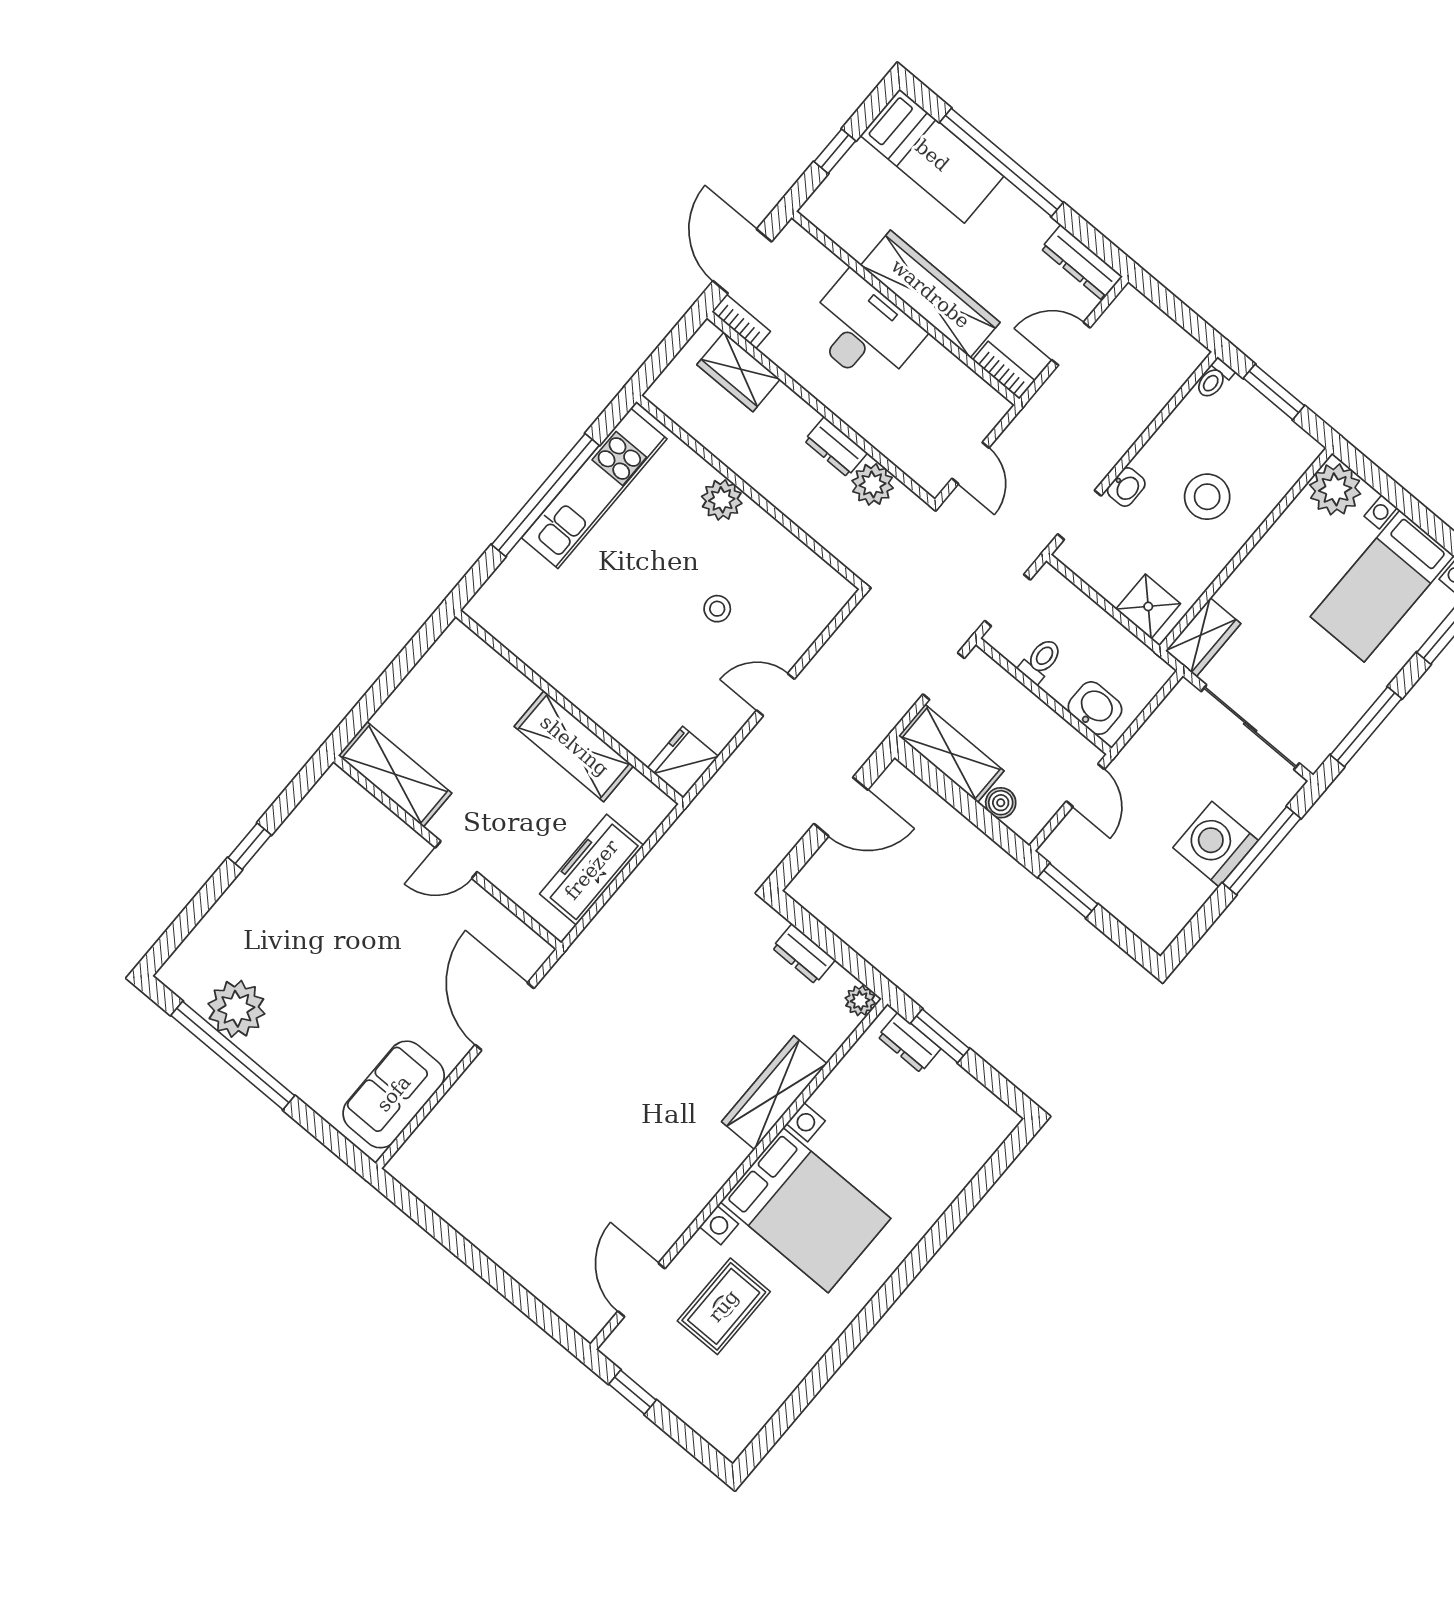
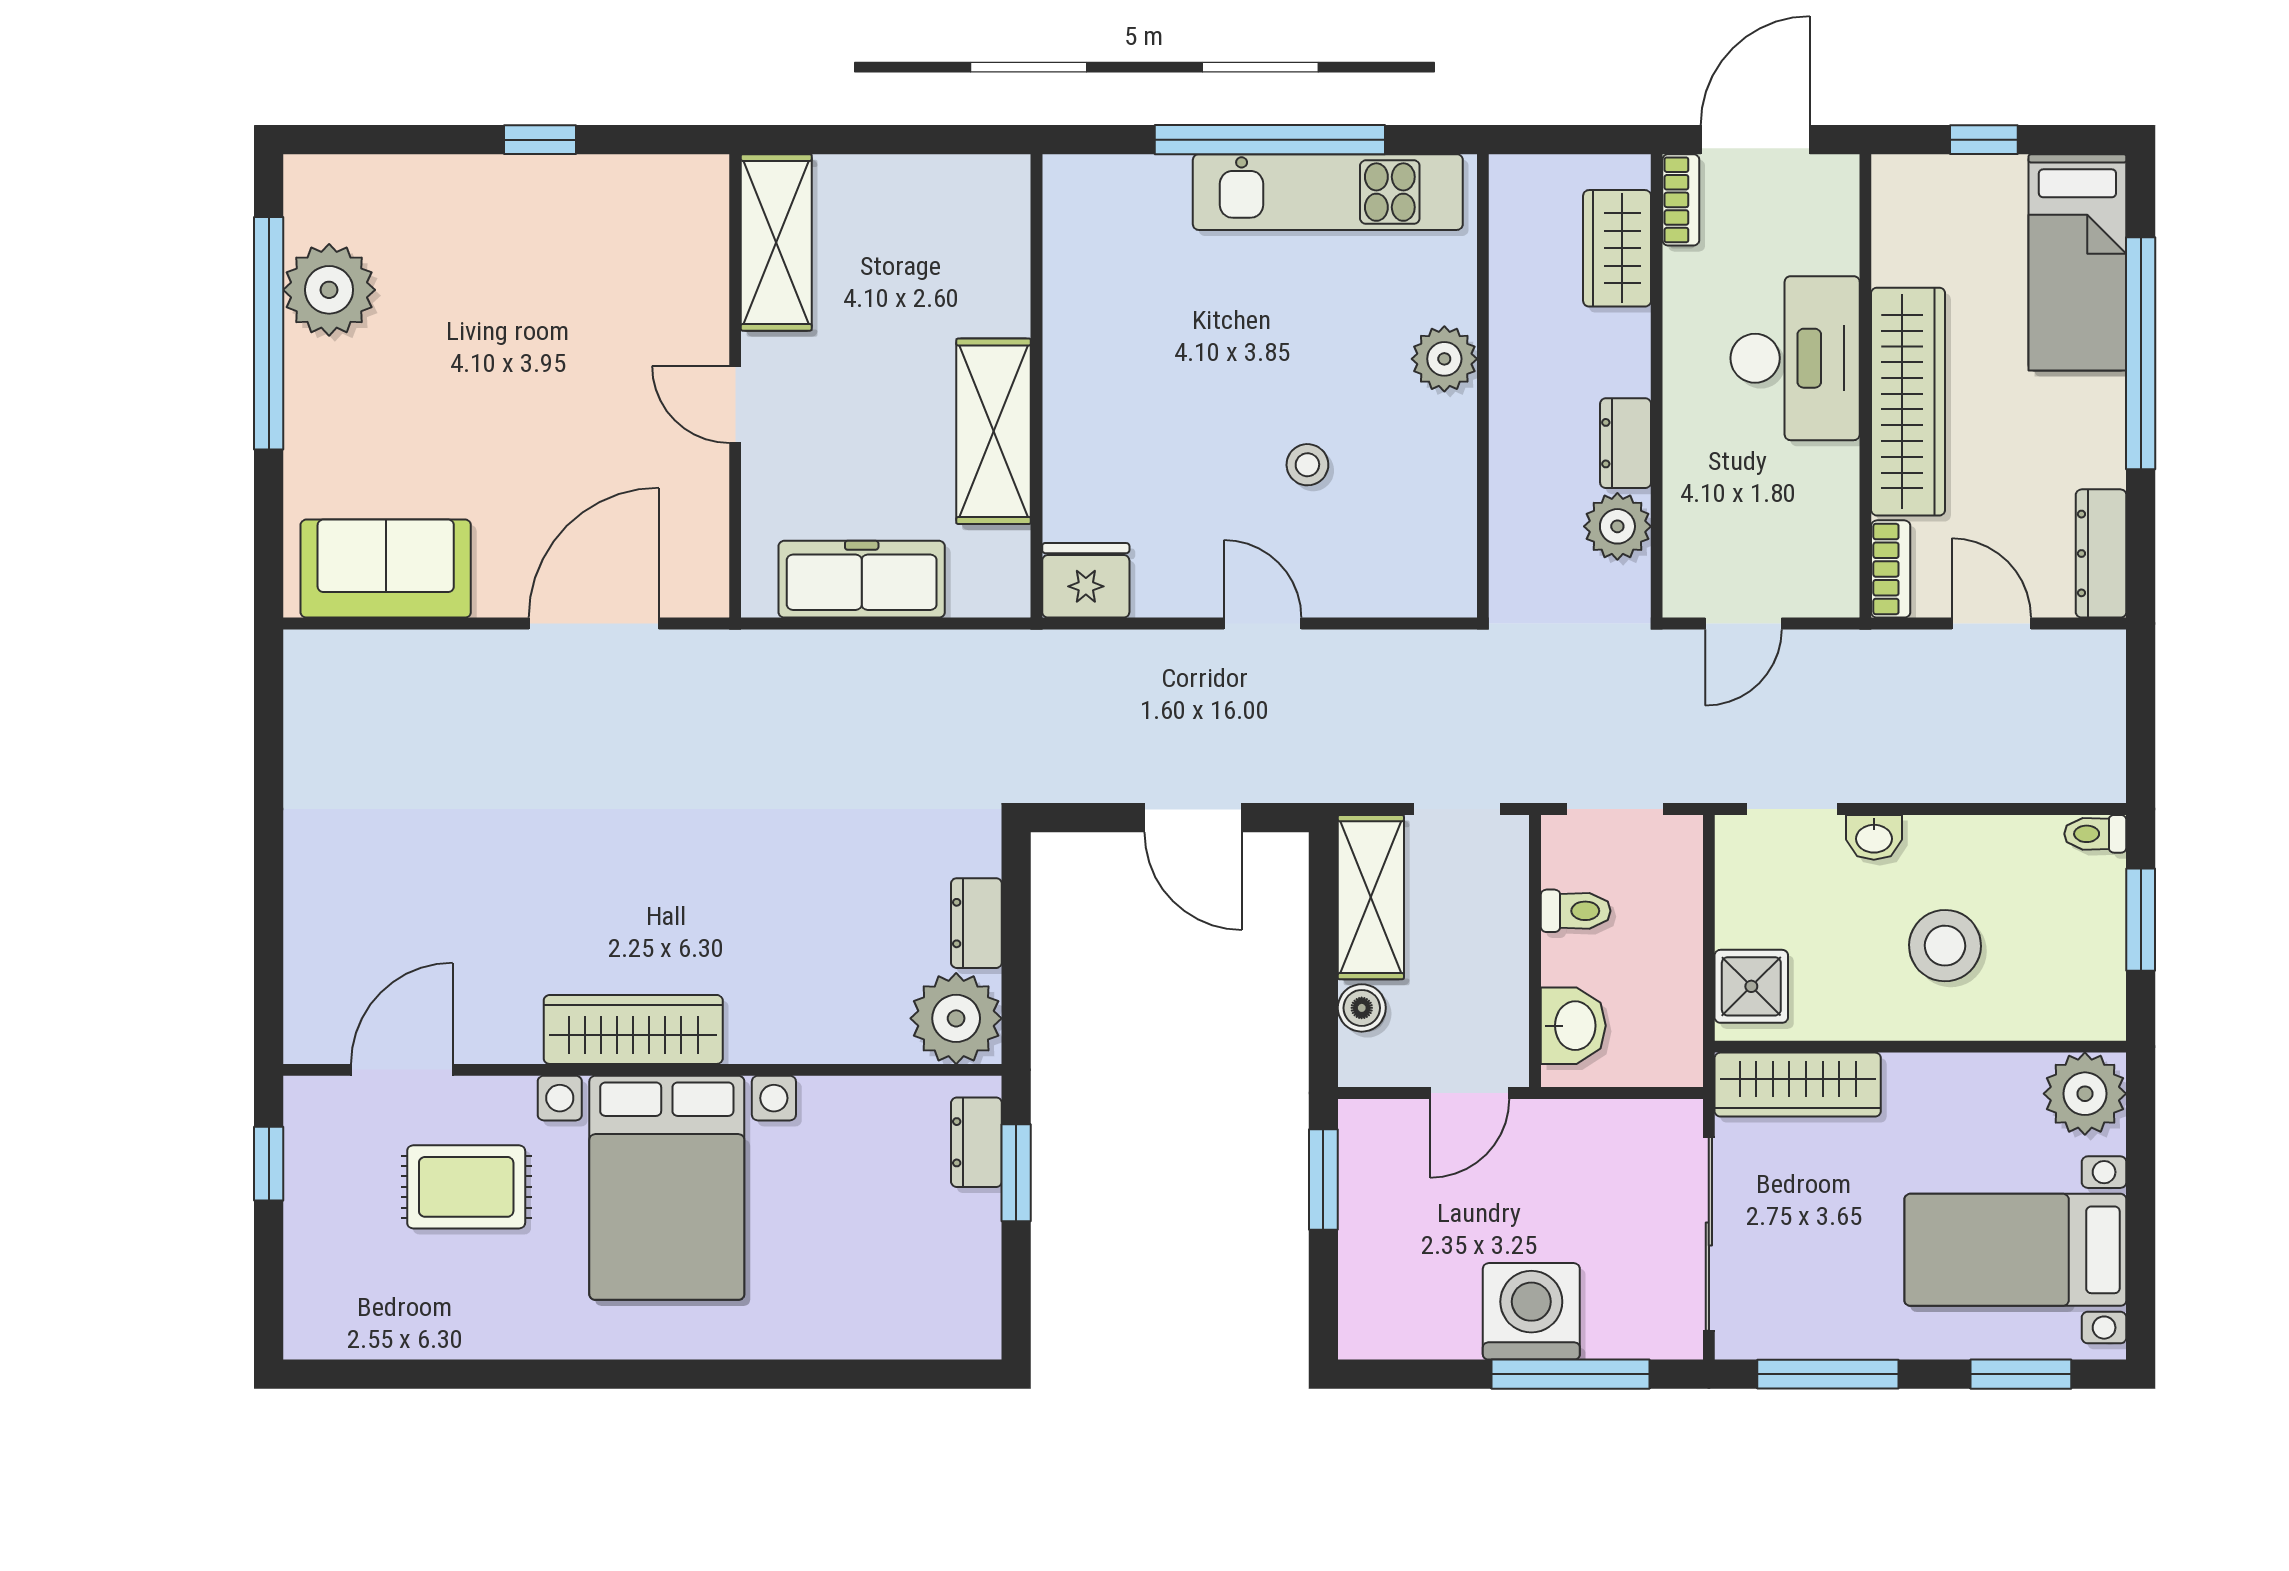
wardrobe: (1203, 637) -> (1798, 1085), width x1.50
plant: (860, 1001) -> (956, 1018), width x1.87, depth x1.87
wardrobe: (774, 1093) -> (633, 1029), moved

